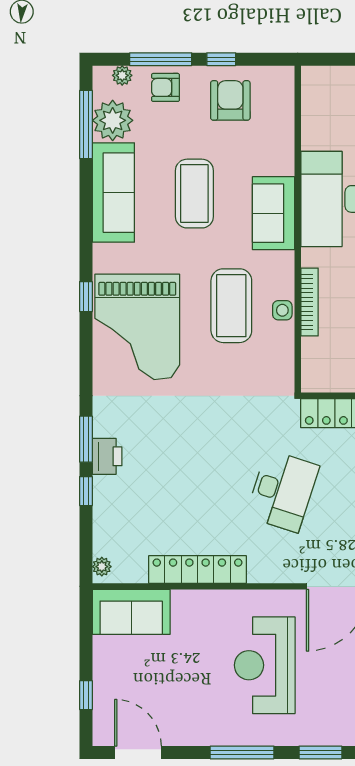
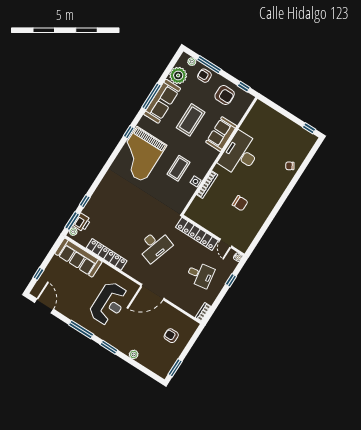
window: (221, 59) -> (244, 87), moved
armchair: (230, 100) -> (225, 95), turned 90
window: (86, 125) -> (152, 96), moved
sofa: (274, 213) -> (221, 134), moved
coffee table: (231, 306) -> (178, 168), width x0.73, depth x0.76
window: (86, 439) -> (72, 221), moved
printer: (107, 456) -> (82, 222), moved
sofa: (131, 612) -> (78, 258), width x1.36
reception desk: (265, 665) -> (109, 304), turned 180

